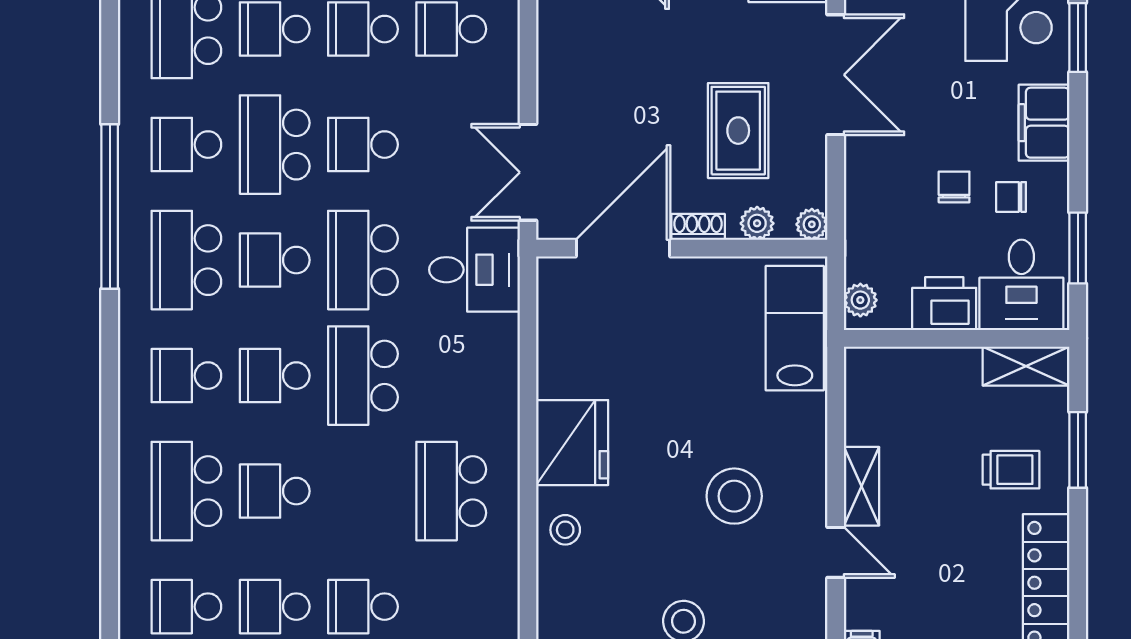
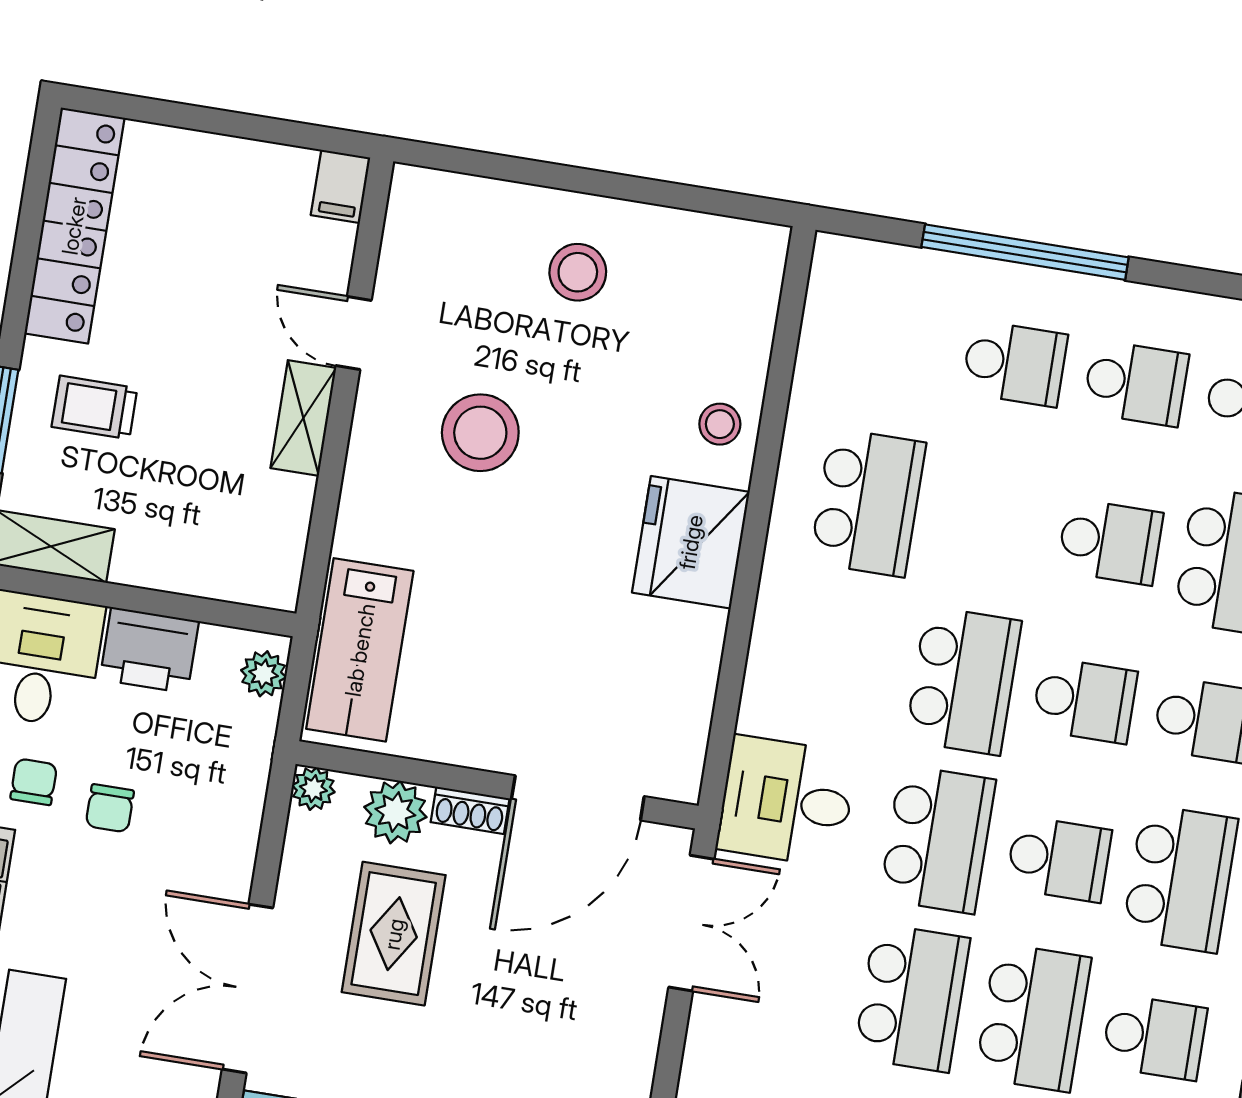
school desk: (363, 145) -> (912, 998), width x1.85
chair: (1011, 197) -> (34, 782), turned -90
plant: (757, 223) -> (395, 812), width x1.38, depth x1.38

